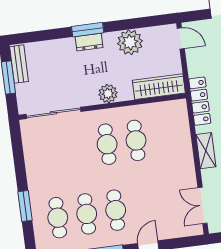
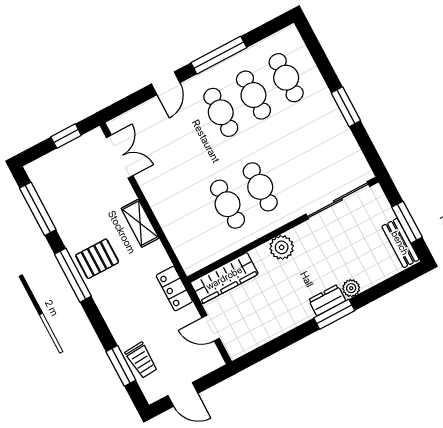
door: (181, 38) -> (211, 328), moved
plant: (130, 42) -> (351, 288), moved, width x0.53, depth x0.53
locker: (200, 101) -> (174, 289), width x0.66
window: (25, 206) -> (346, 107), moved

